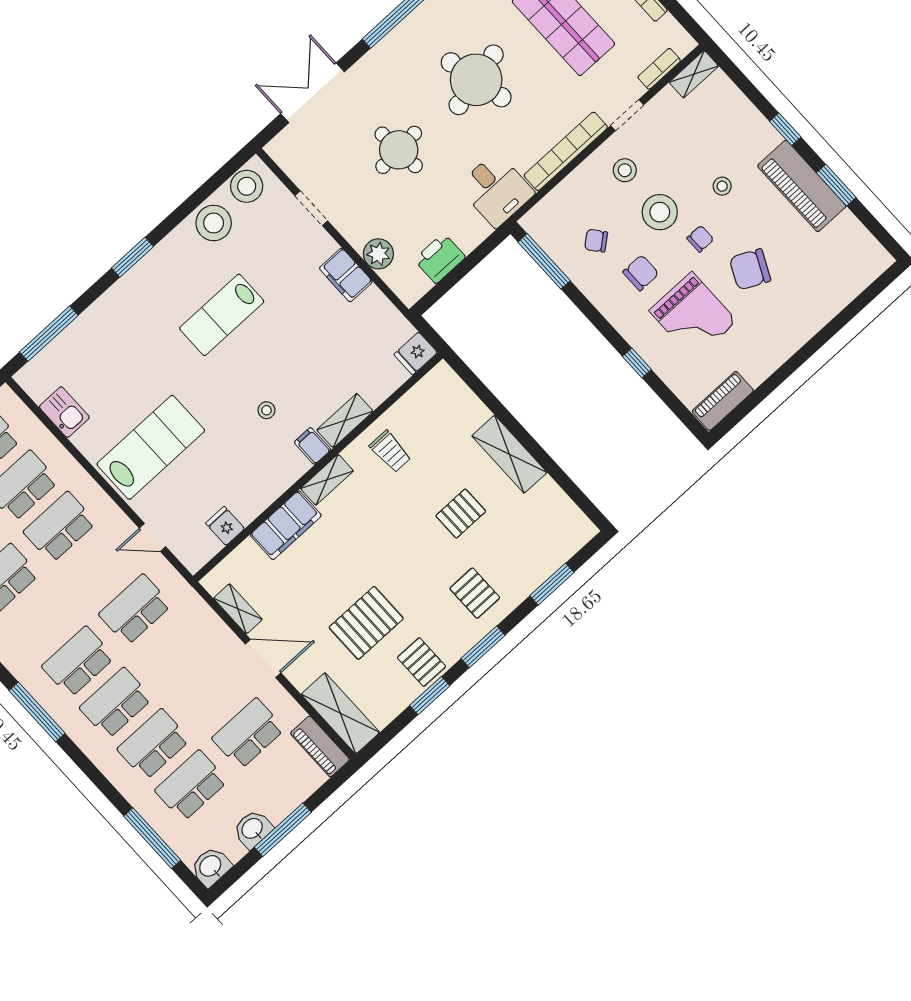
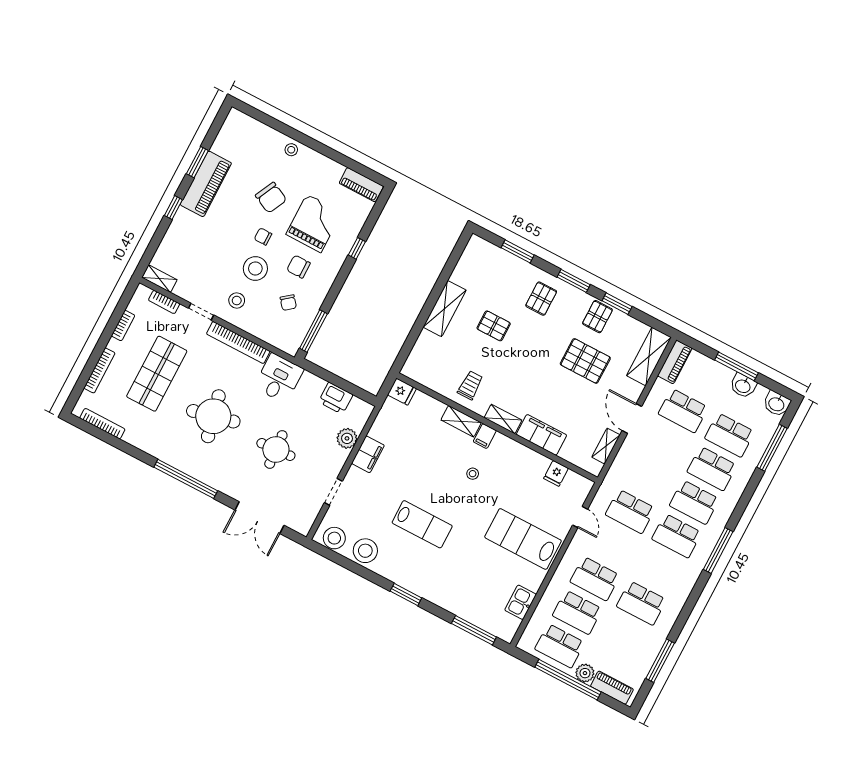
stool: (722, 186) -> (291, 150), moved

